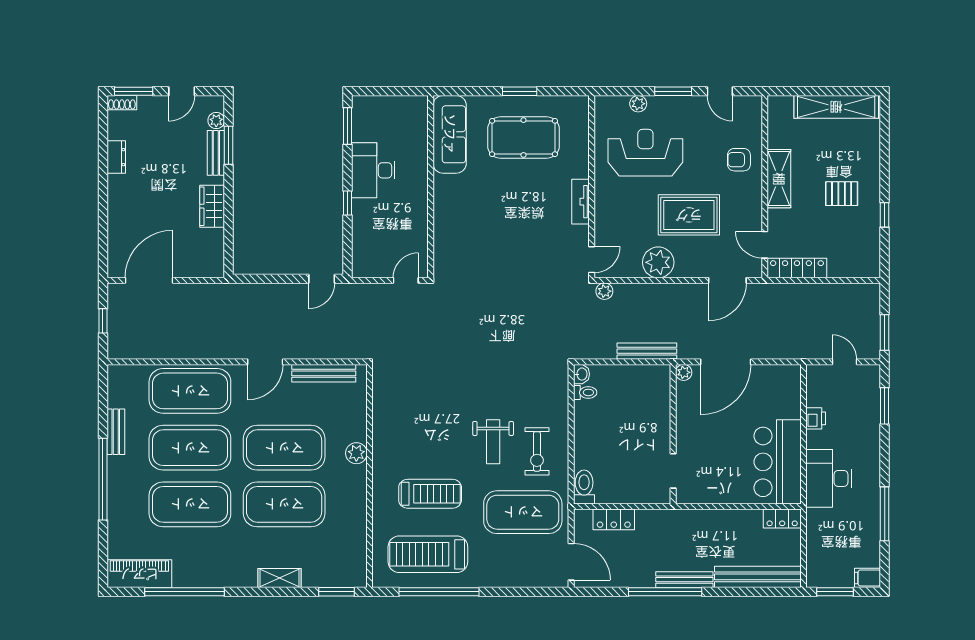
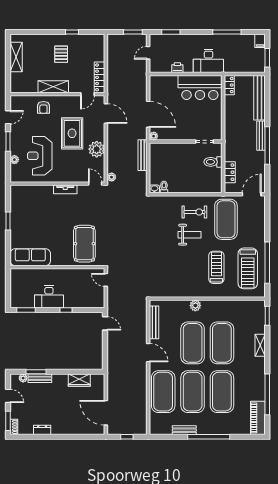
shelving: (836, 107) -> (16, 57), width x0.68
pool table: (524, 138) -> (84, 244), moved
wardrobe: (212, 206) -> (79, 380), moved
toilet: (584, 487) -> (213, 162), moved

